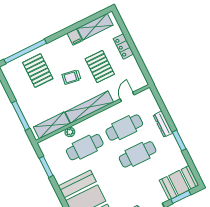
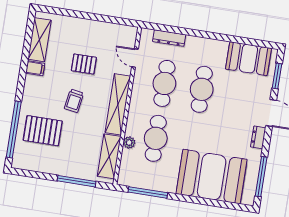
locker: (123, 46) -> (80, 25), removed
pallet: (100, 67) -> (84, 64), width x0.67, depth x0.71
dresser: (163, 124) -> (169, 38), moved
window: (179, 141) -> (218, 37), removed
window: (46, 167) -> (148, 192), width x1.44
booth: (179, 183) -> (248, 59), moved, turned 90

